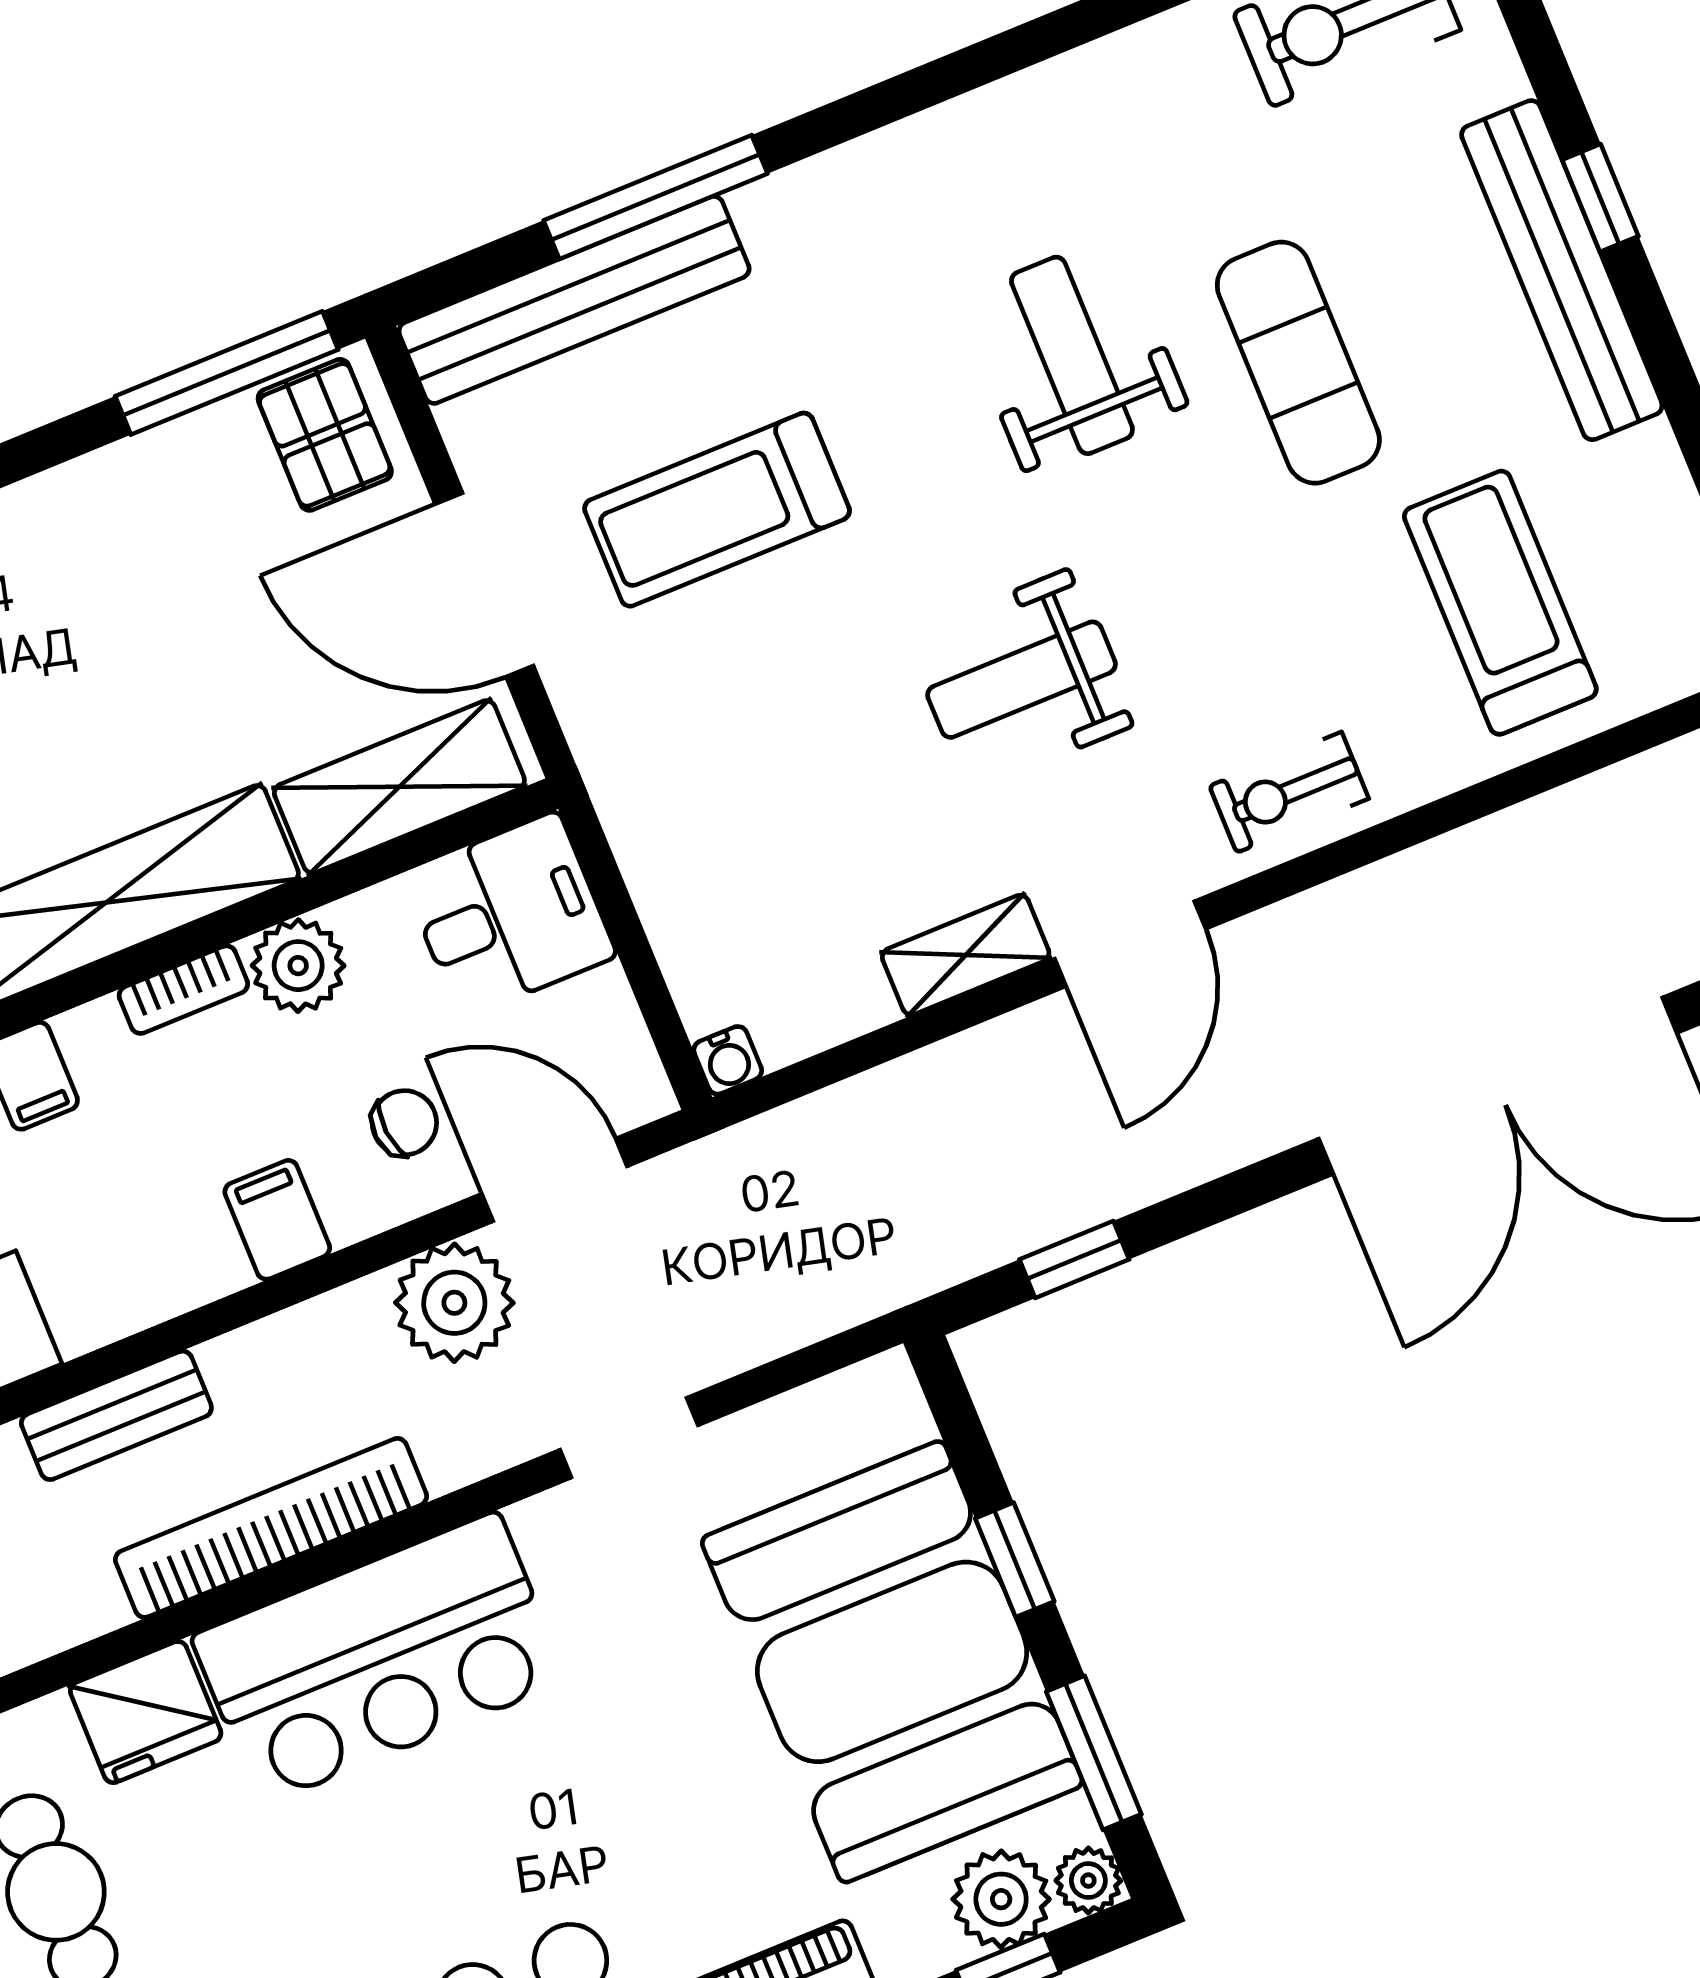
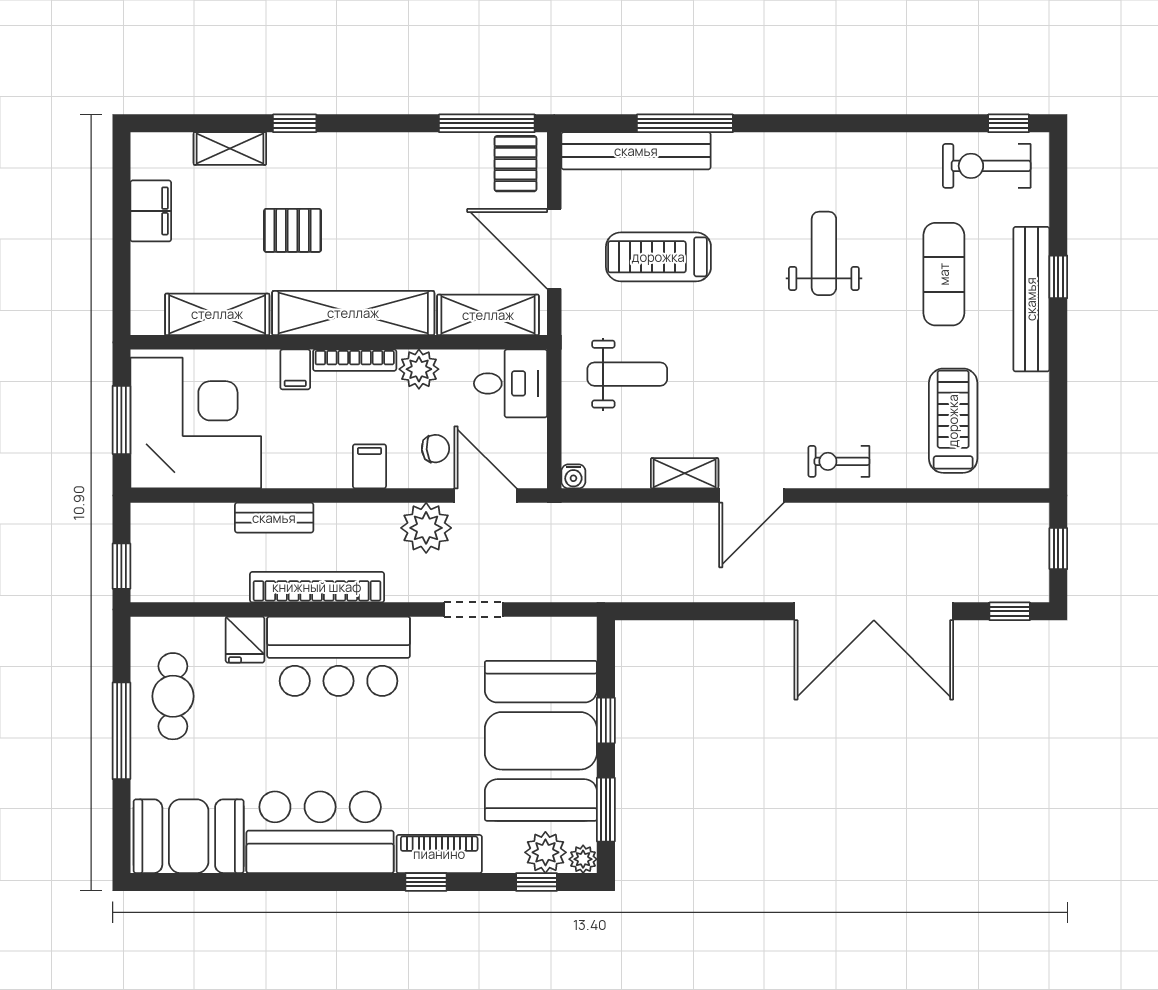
exercise mat: (1298, 363) -> (944, 274), moved
weight bench: (1022, 680) -> (627, 374), moved, turned 180
bookcase: (183, 990) -> (355, 360), width x1.56
window: (1074, 1259) -> (678, 611), removed
fridge: (146, 1712) -> (245, 640), width x0.72

